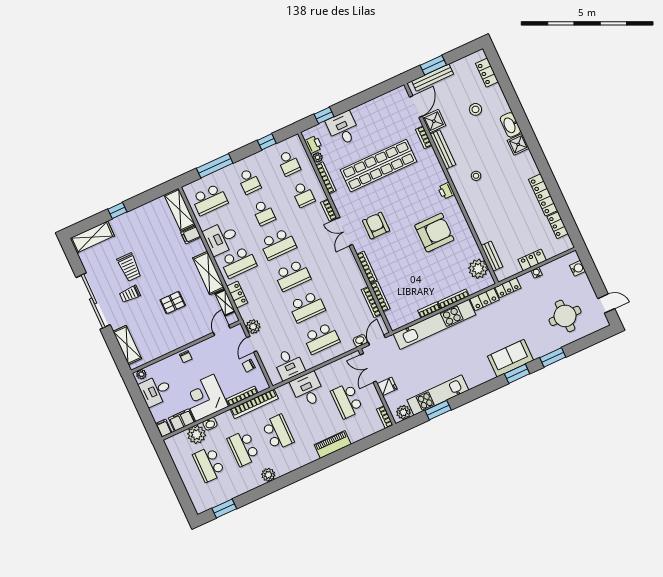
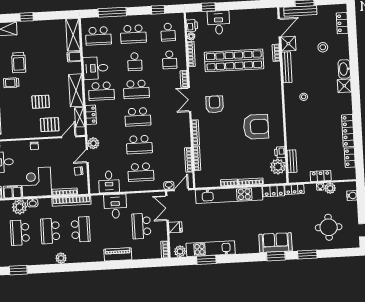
school desk: (249, 181) -> (133, 34), width x1.85
printer: (446, 191) -> (280, 152), moved
plant: (549, 270) -> (330, 188), added
pallet: (194, 325) -> (50, 125), added

